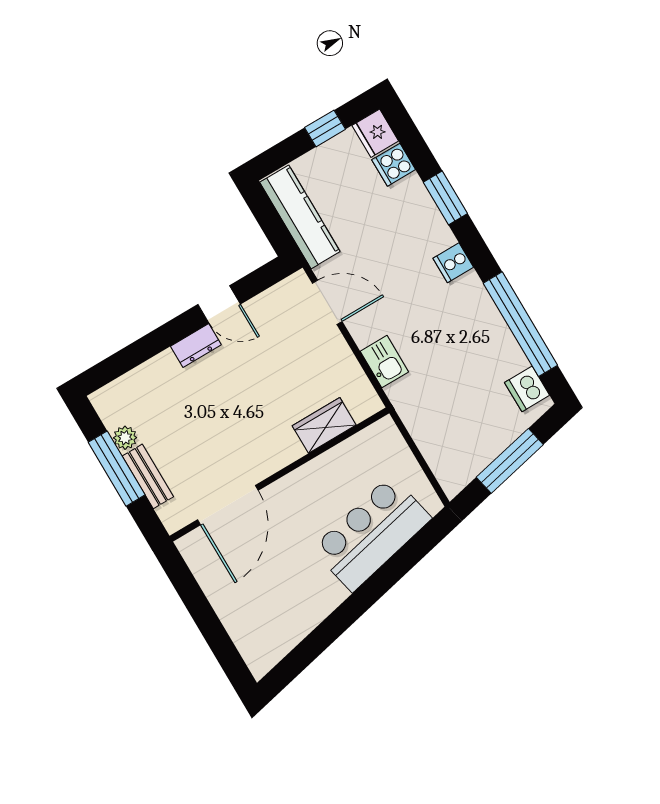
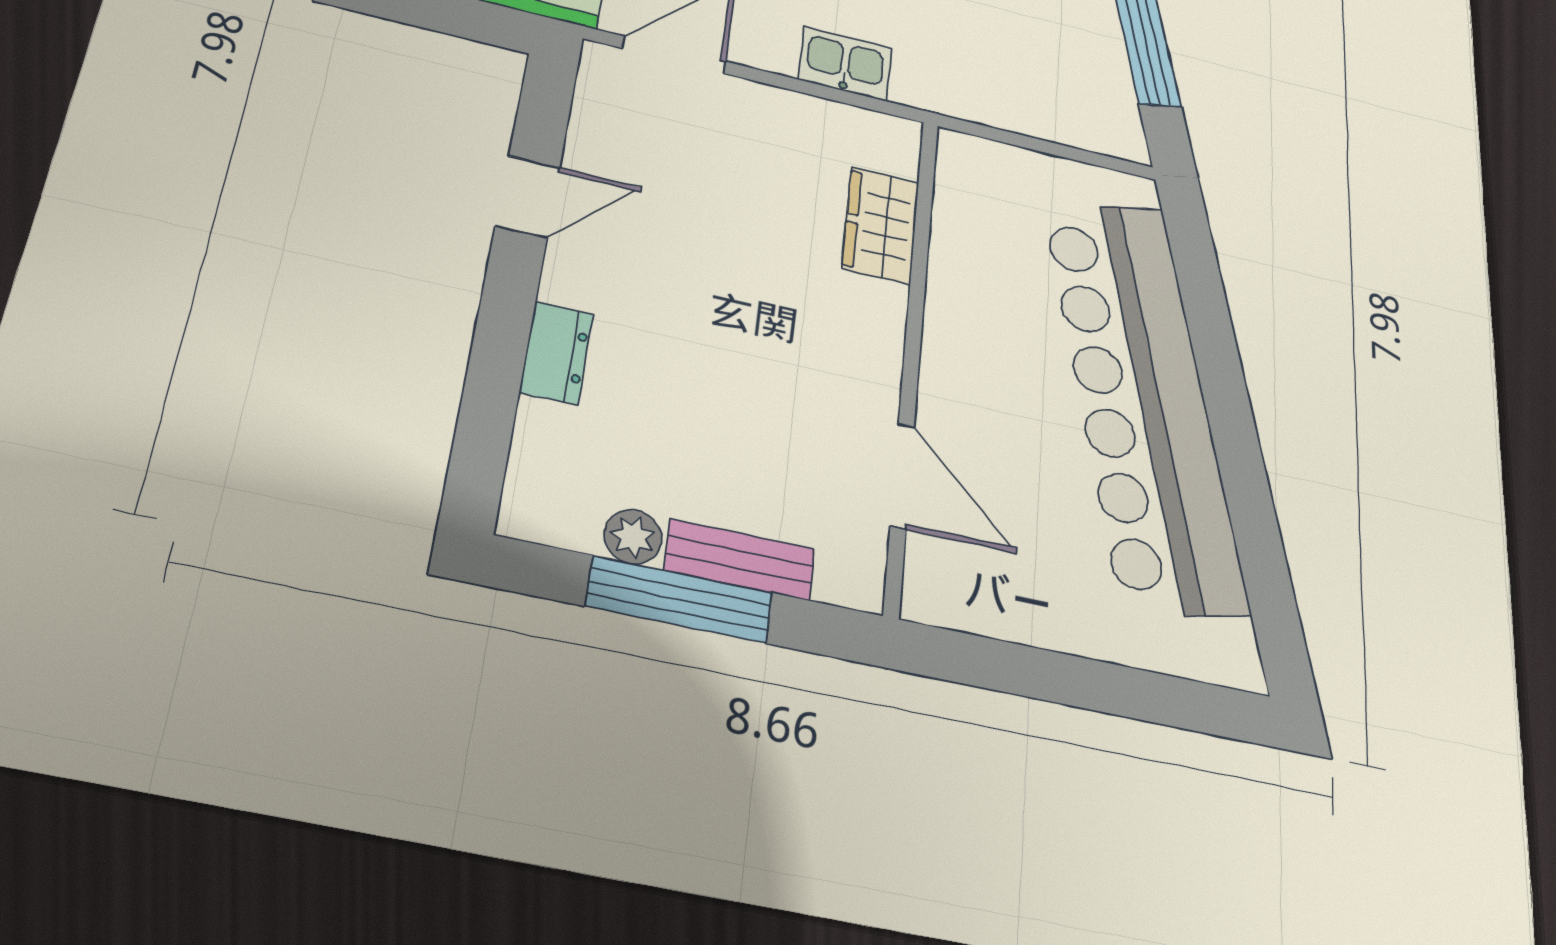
dresser: (196, 345) -> (556, 353), moved
door: (228, 505) -> (902, 476), width x0.73
bar counter: (372, 534) -> (1143, 402), width x1.86

